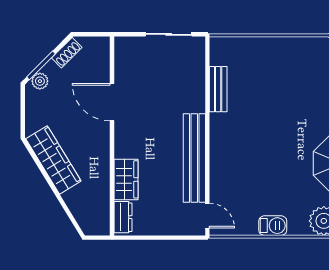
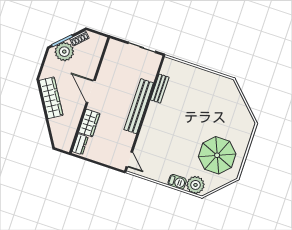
plant: (40, 81) -> (64, 52), width x1.87, depth x1.87
door: (112, 102) -> (91, 91), moved
bench: (194, 158) -> (139, 106), moved
barbecue: (273, 226) -> (177, 182), moved

